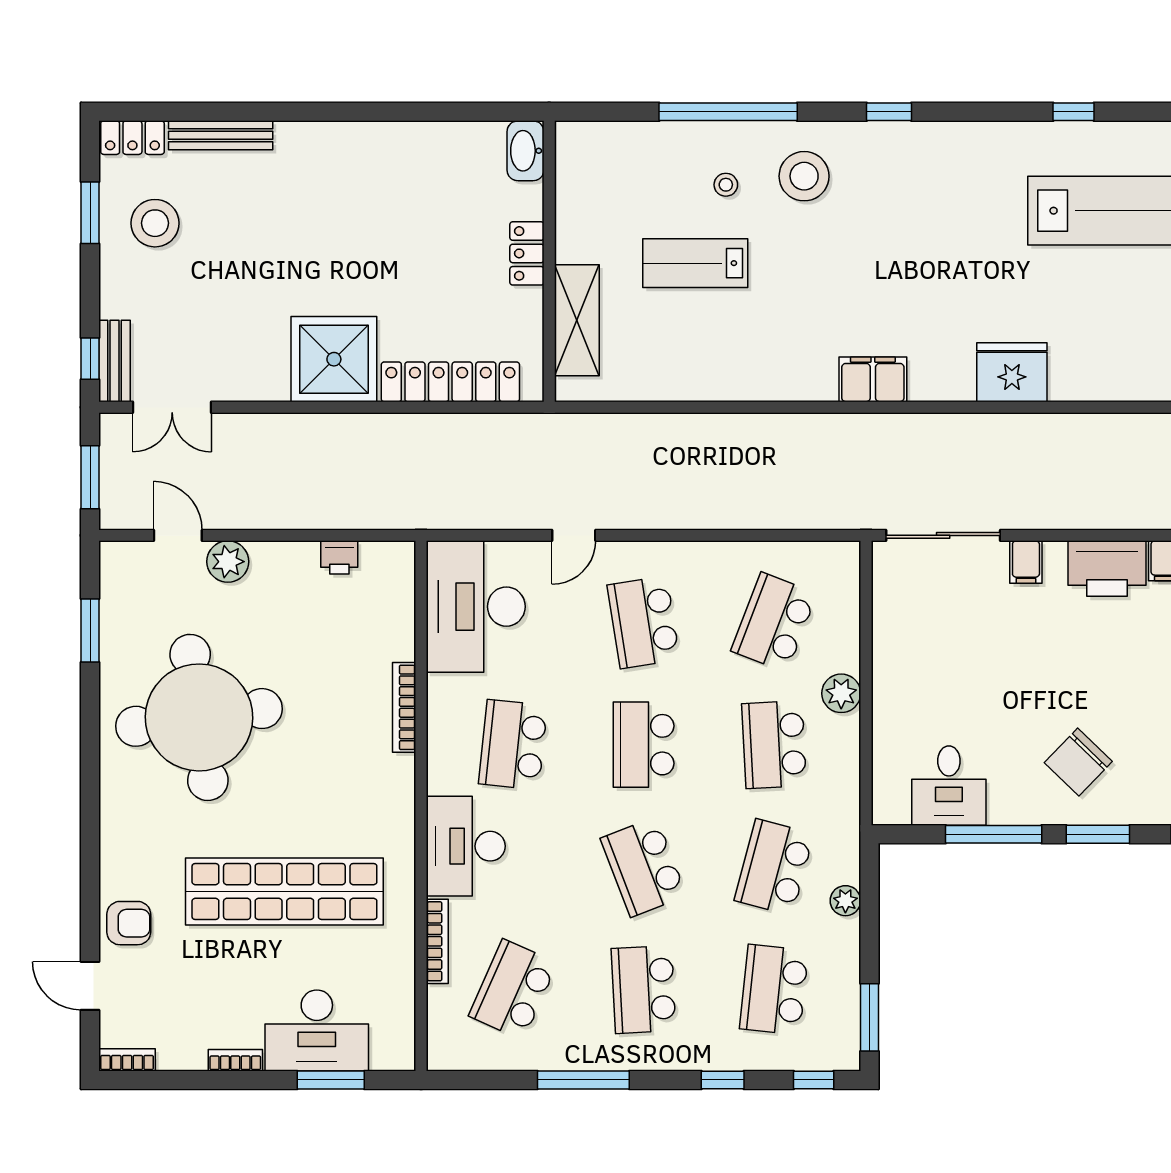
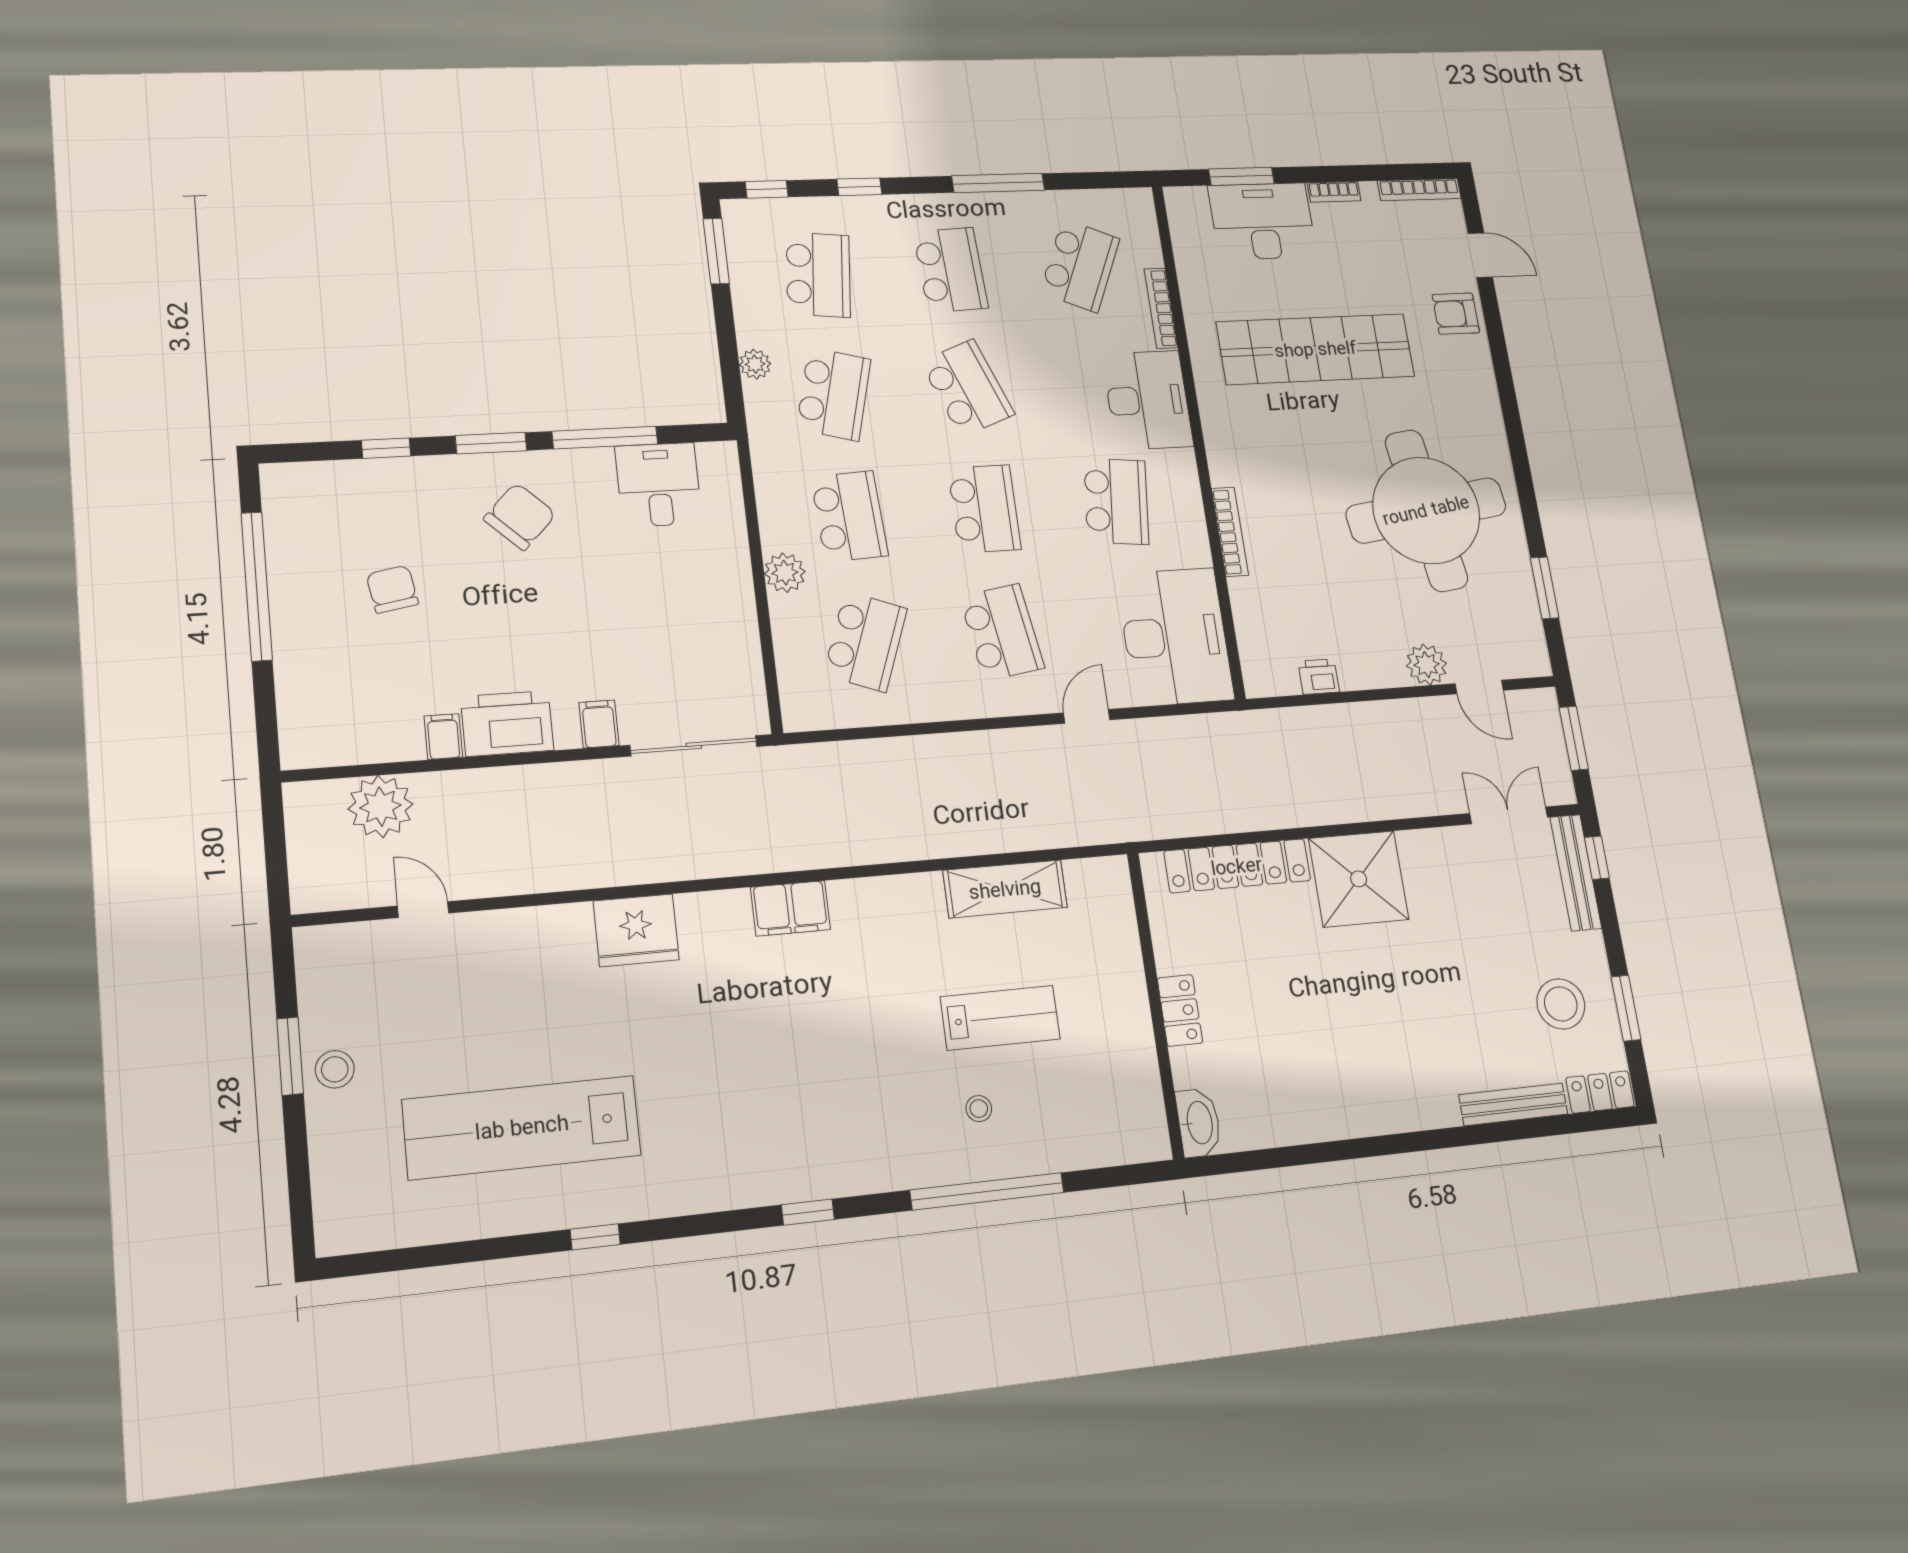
stool: (804, 176) -> (894, 1128), removed
shelving: (577, 320) -> (1005, 889), moved, turned 90
bench: (115, 361) -> (1576, 873), width x1.36
bookcase: (127, 1060) -> (1419, 190), width x1.56

